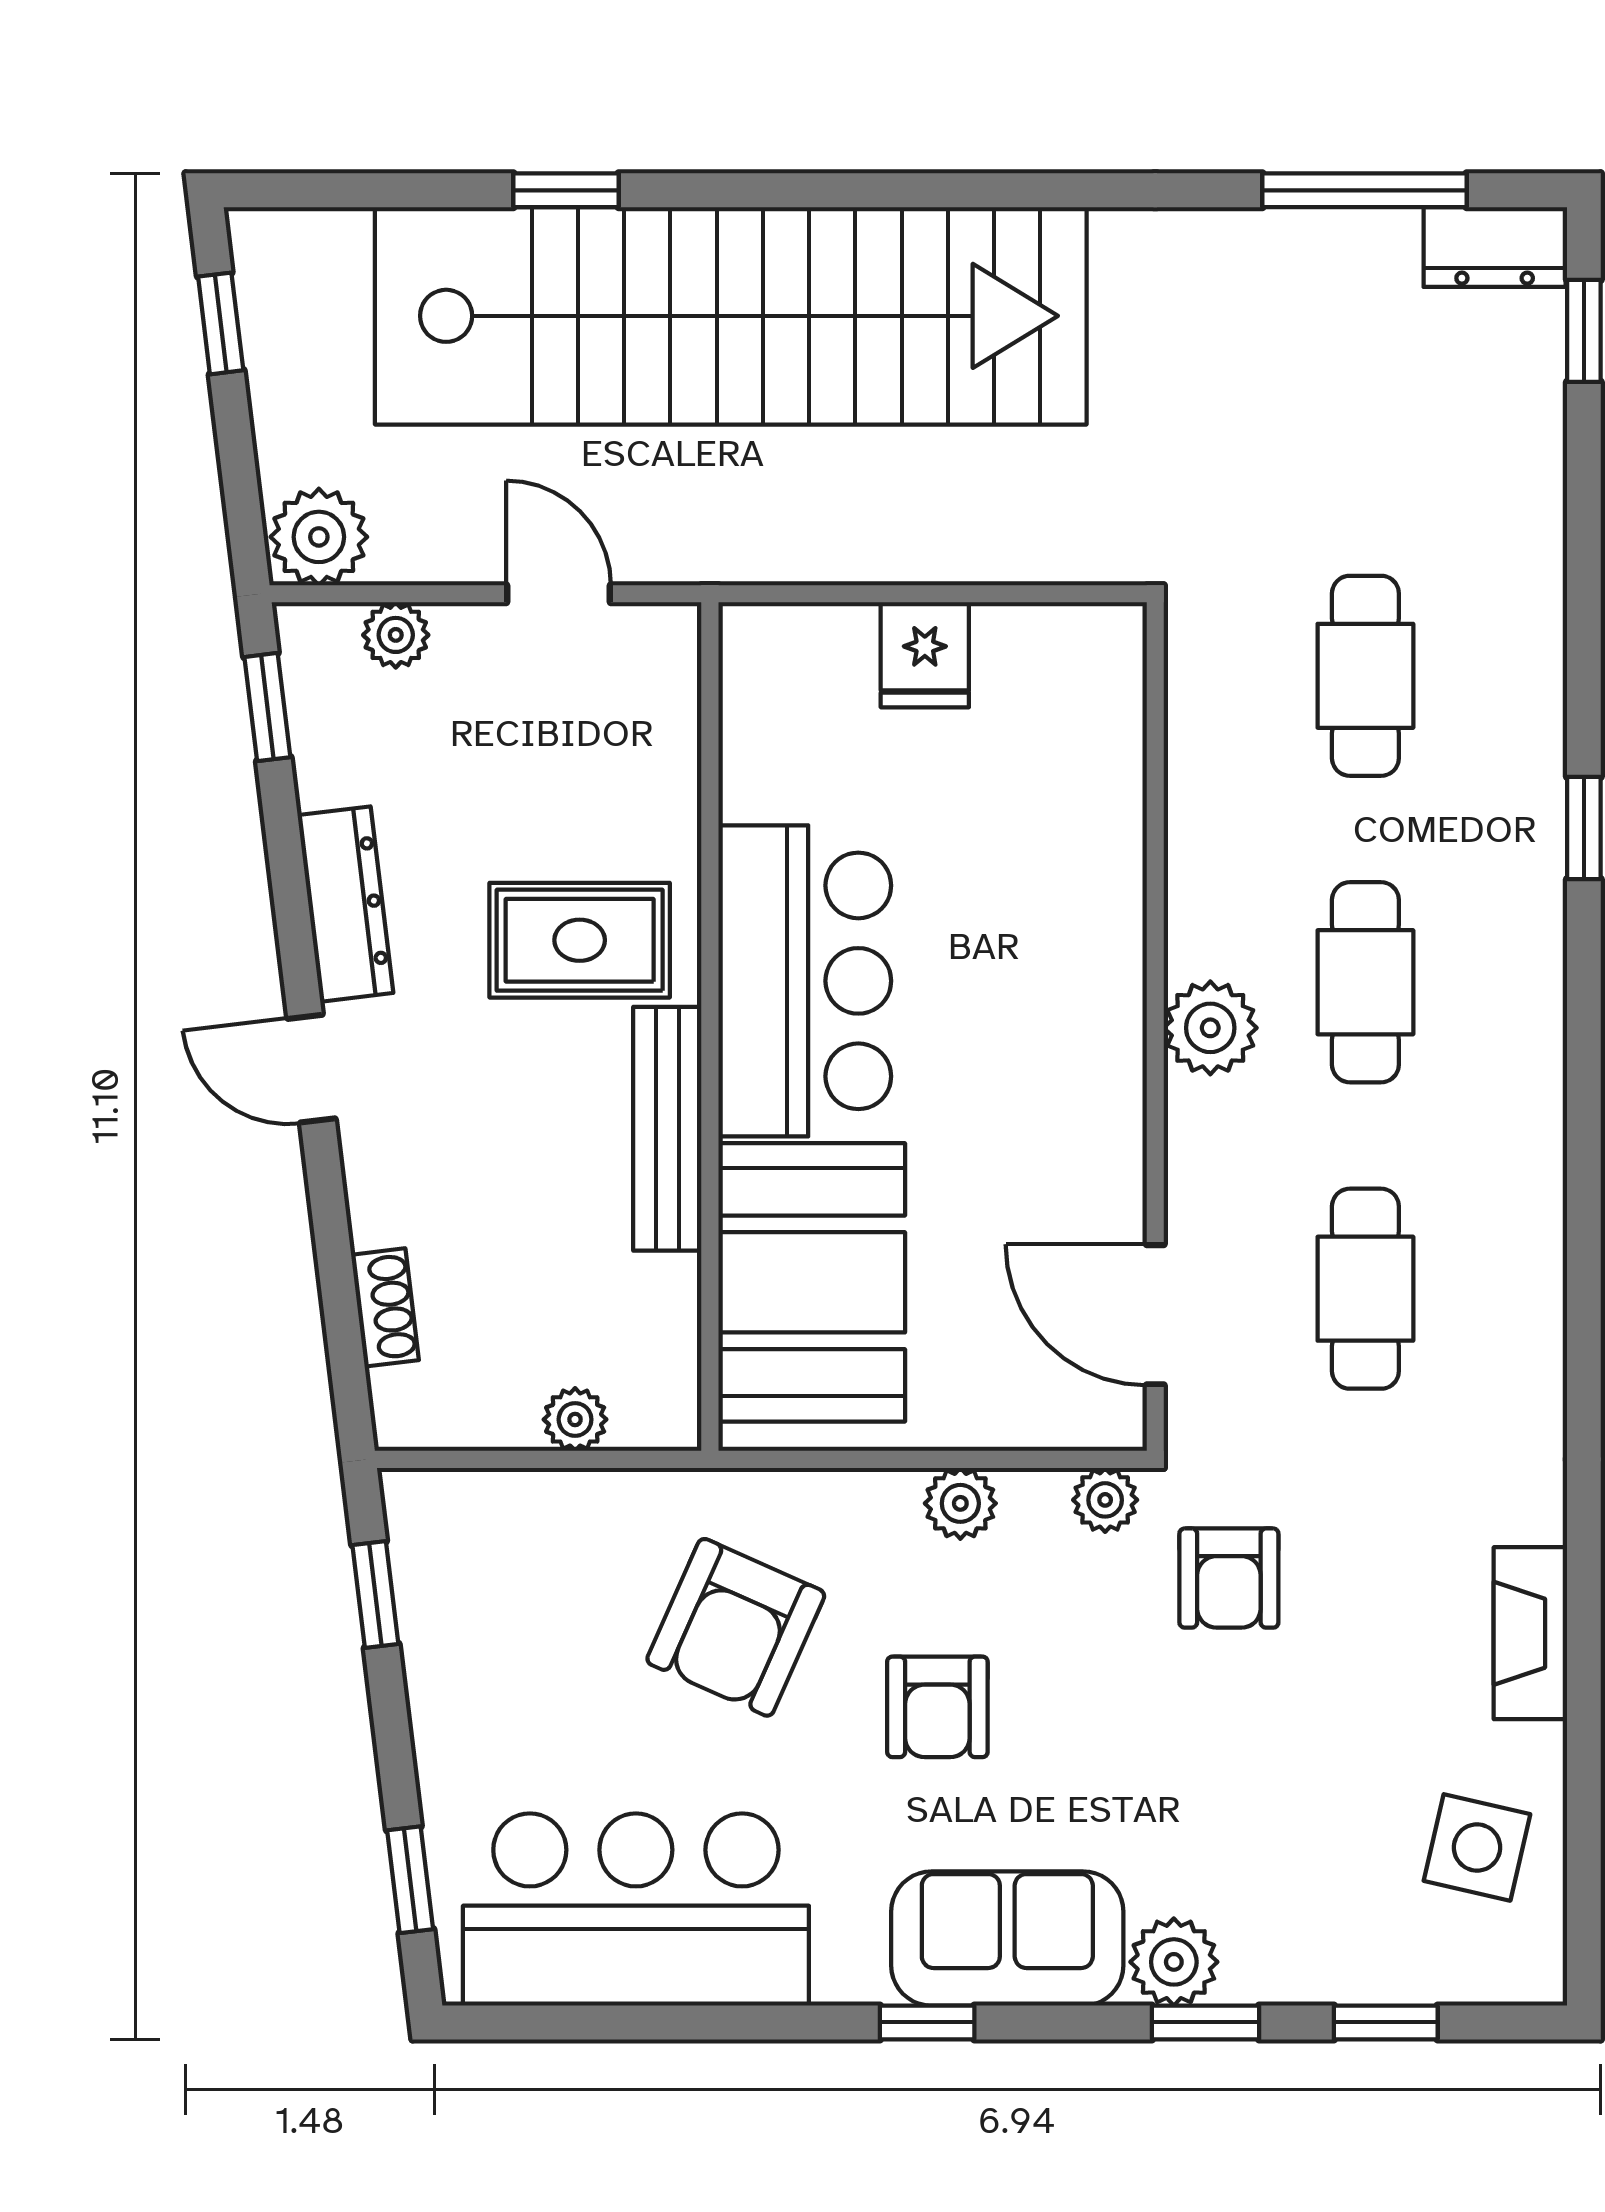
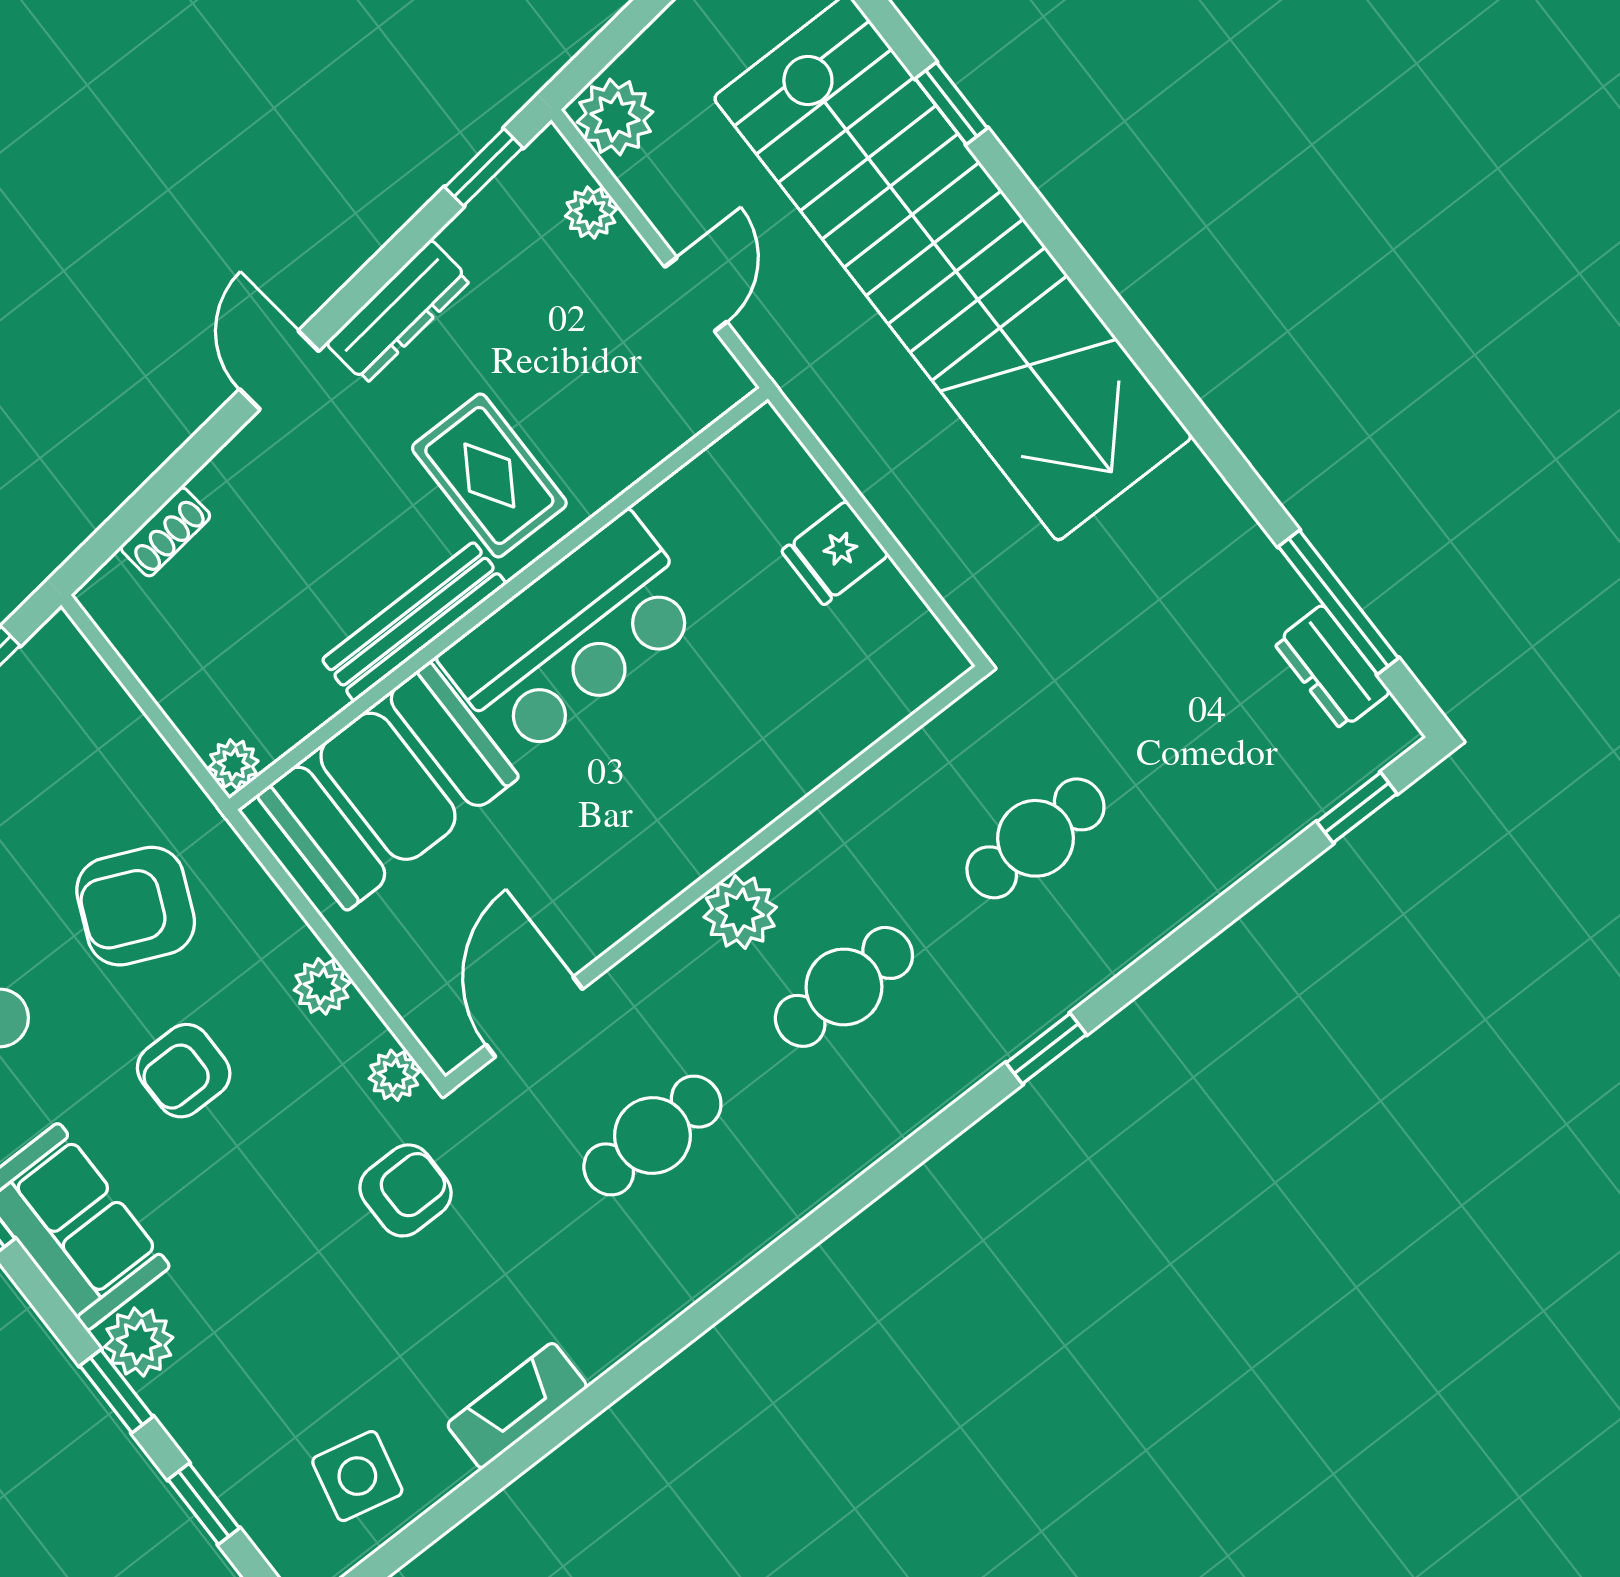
dresser: (1495, 247) -> (1332, 667), moved
plant: (575, 1419) -> (234, 764), moved
armchair: (1229, 1578) -> (405, 1190), turned 180

